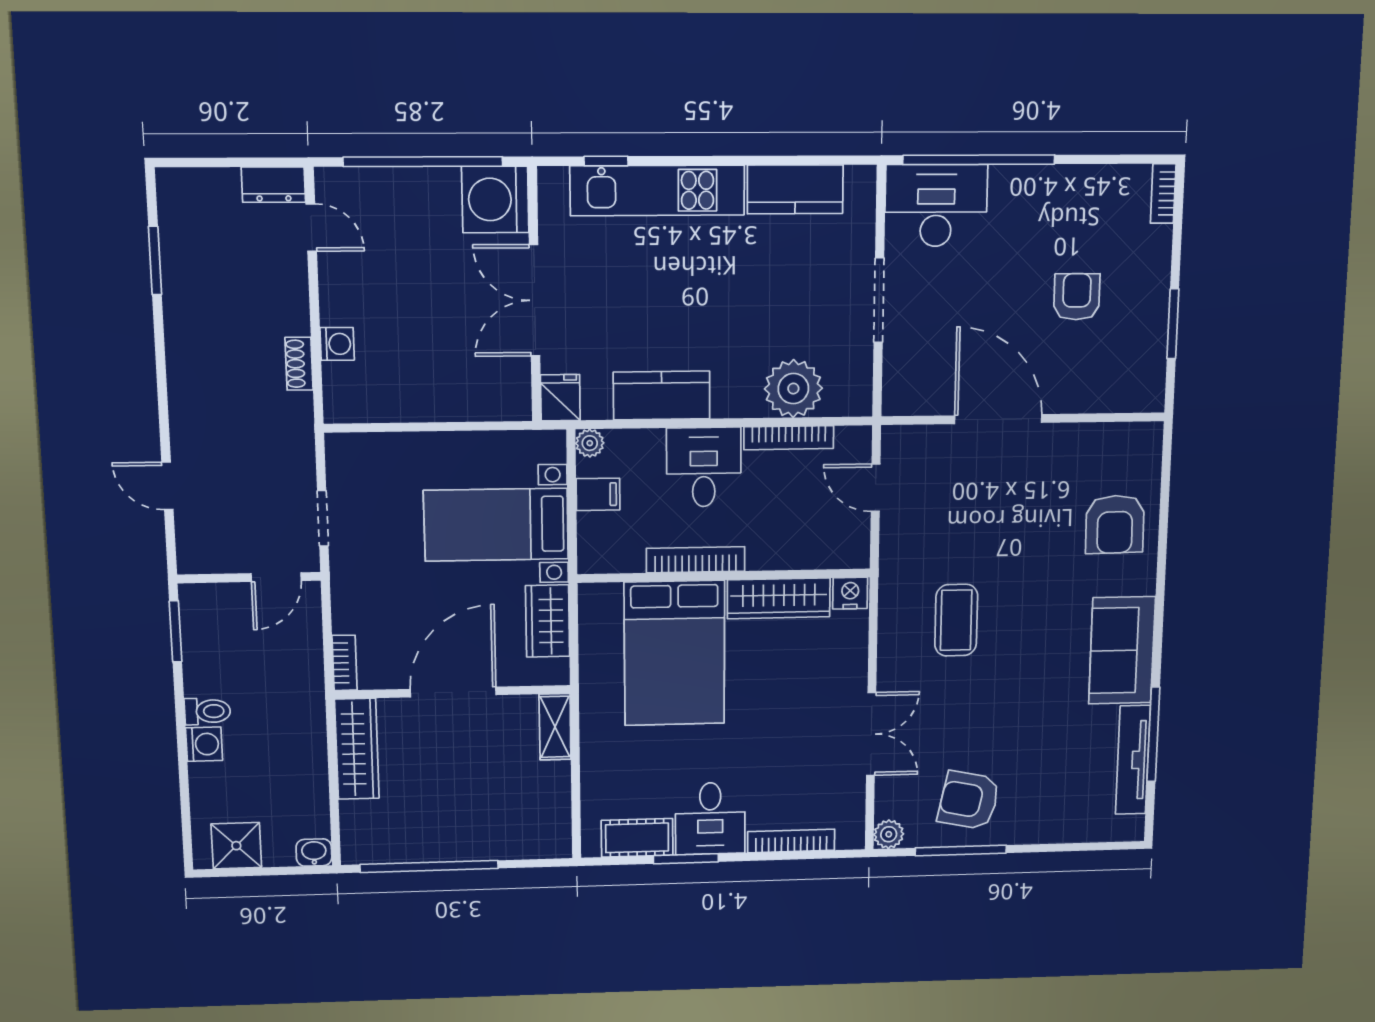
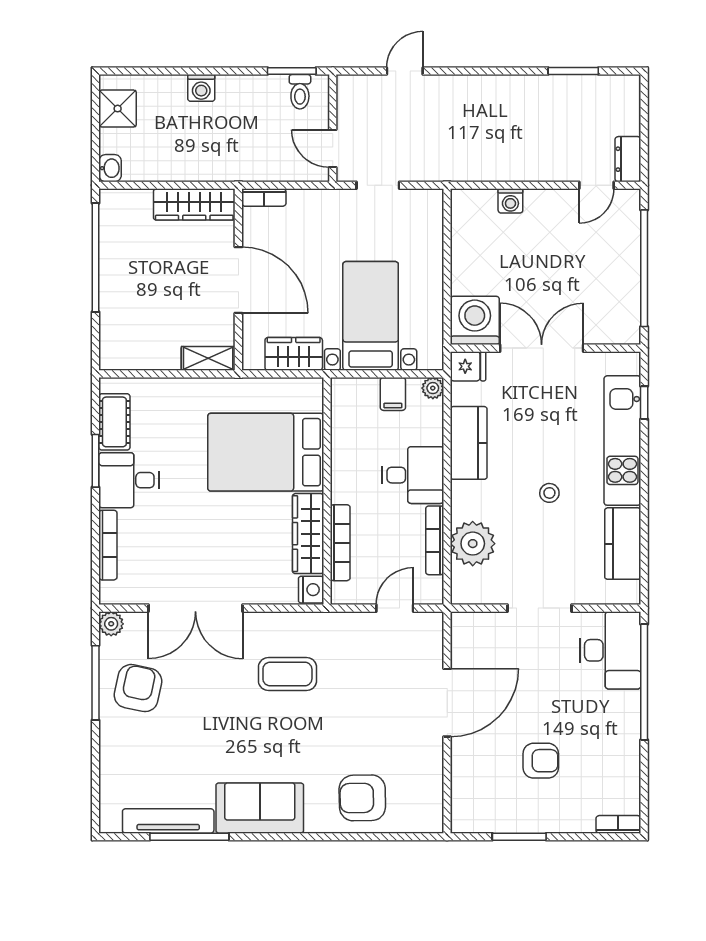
washing machine: (495, 199) -> (475, 320), moved
stool: (727, 288) -> (549, 493), added
shoe rack: (299, 364) -> (496, 172), removed
bookcase: (696, 560) -> (340, 543), moved
toilet: (207, 711) -> (300, 92), moved
double door: (871, 734) -> (195, 608), width x1.37

